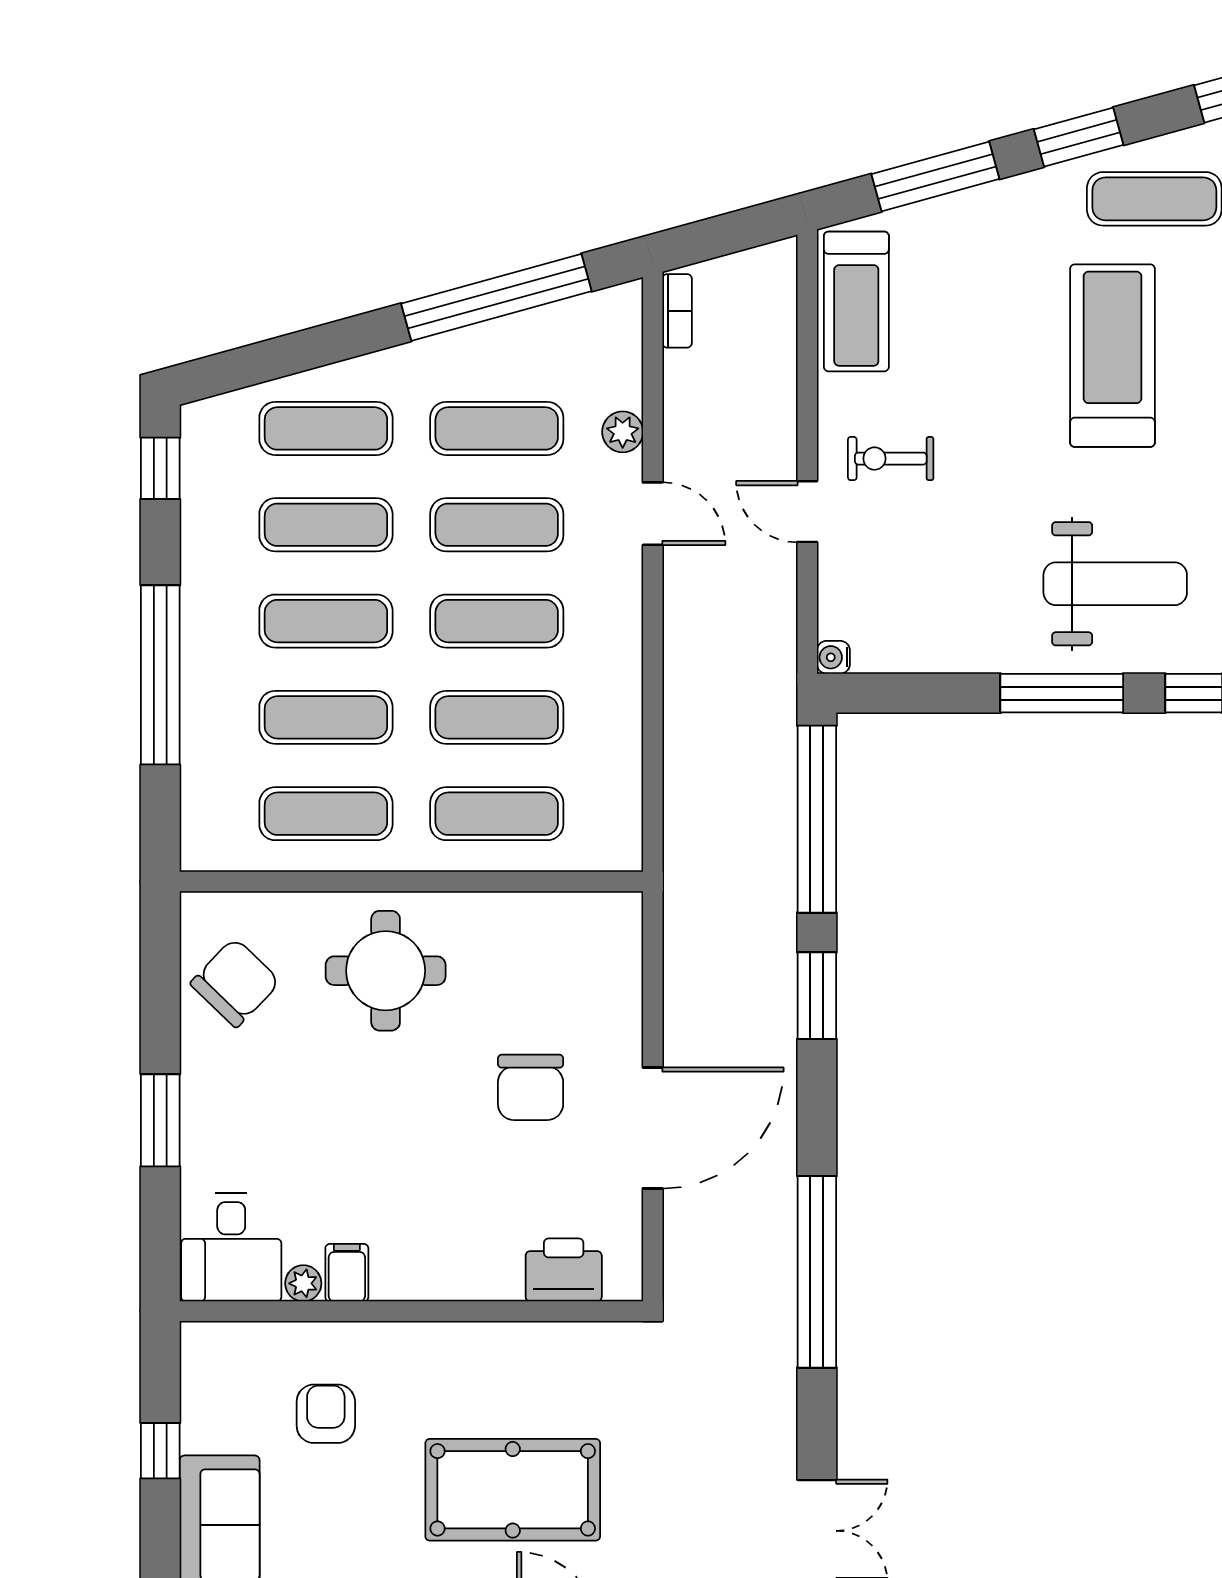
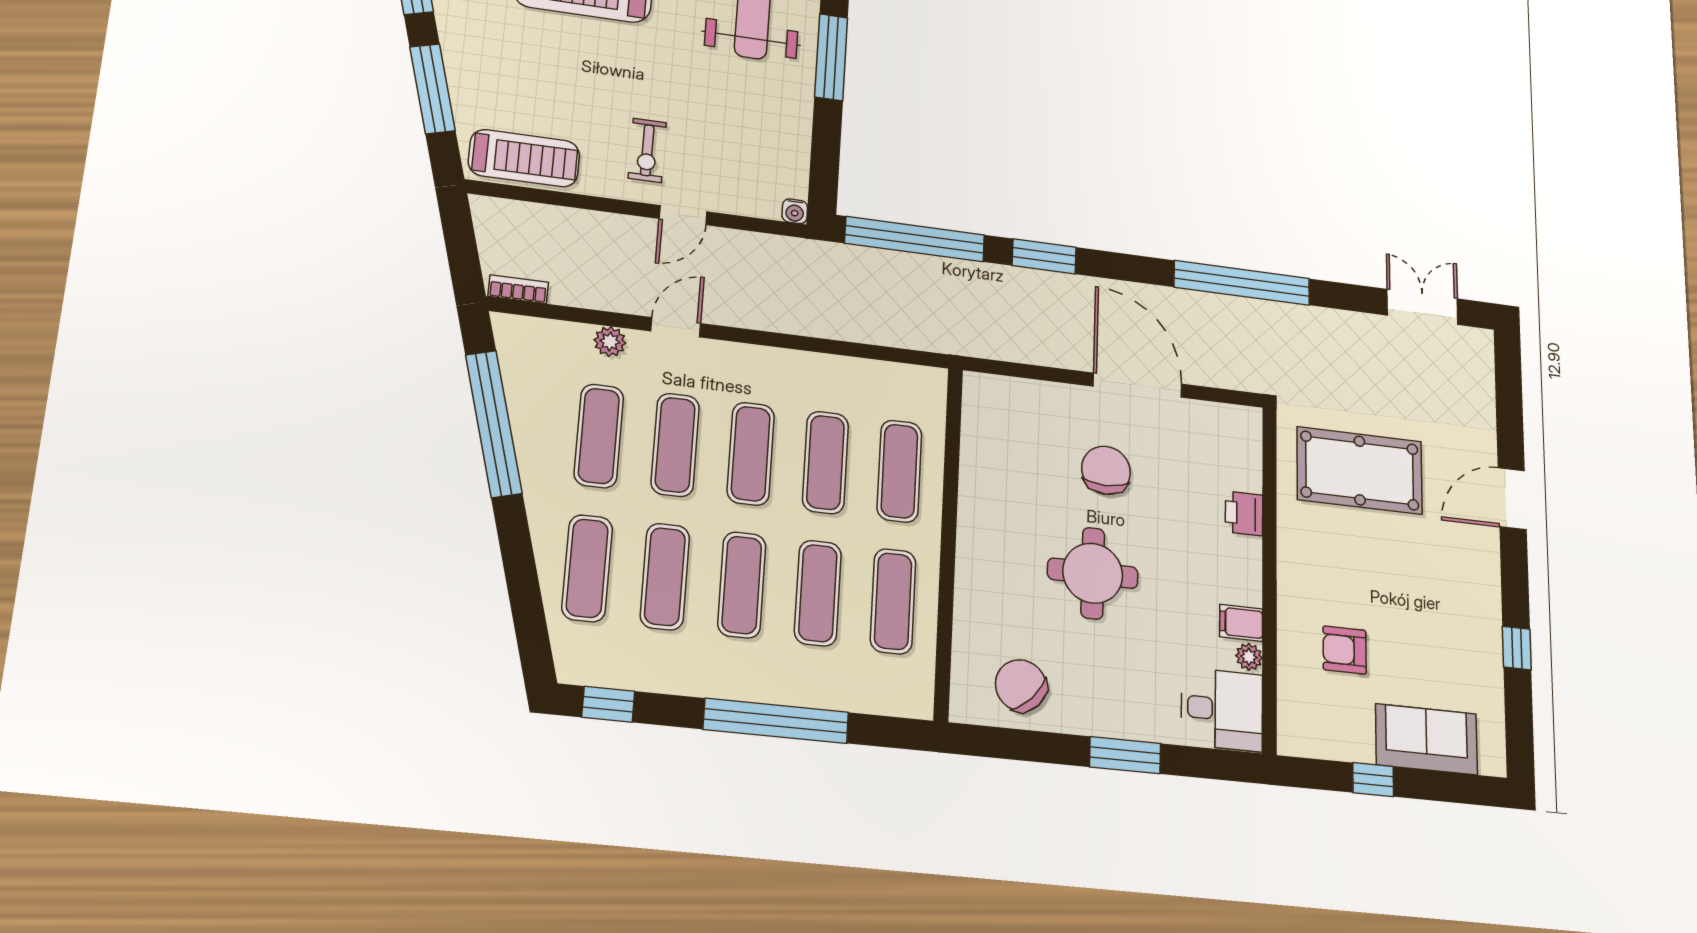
round table: (386, 971) -> (1093, 573), moved
chair: (531, 1087) -> (1106, 470), turned -90
printer: (564, 1270) -> (1244, 514), moved, width x0.73, depth x0.81
pool table: (513, 1490) -> (1360, 471), moved, turned 90

